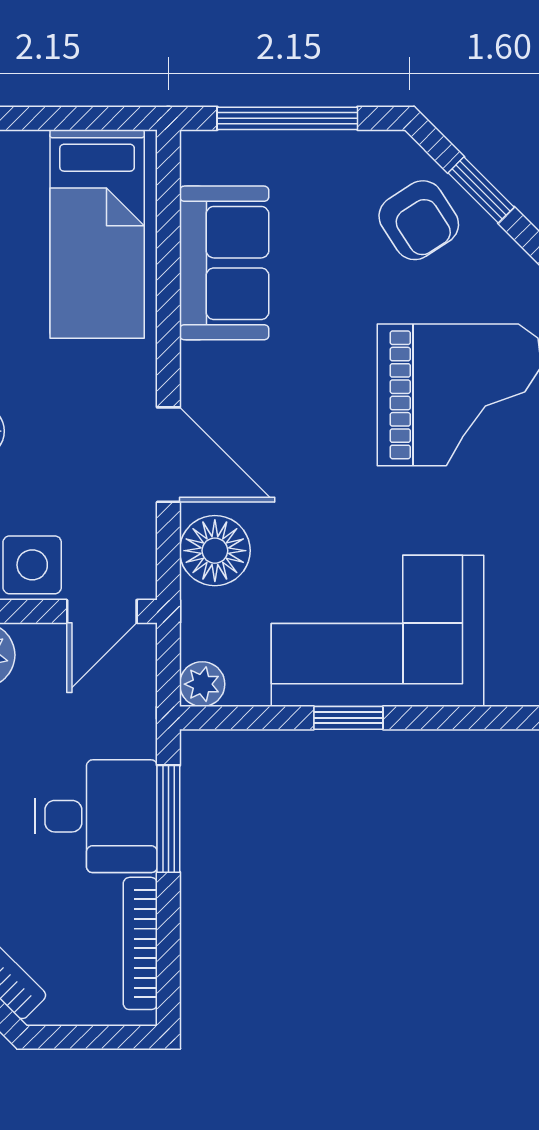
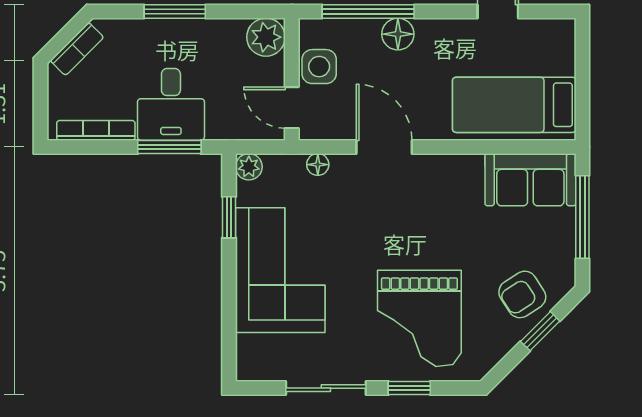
sofa: (224, 263) -> (530, 180), moved
door: (168, 455) -> (384, 147), swing flipped
floor lamp: (215, 551) -> (318, 165), width x0.53, depth x0.53
window: (348, 718) -> (229, 217), moved

